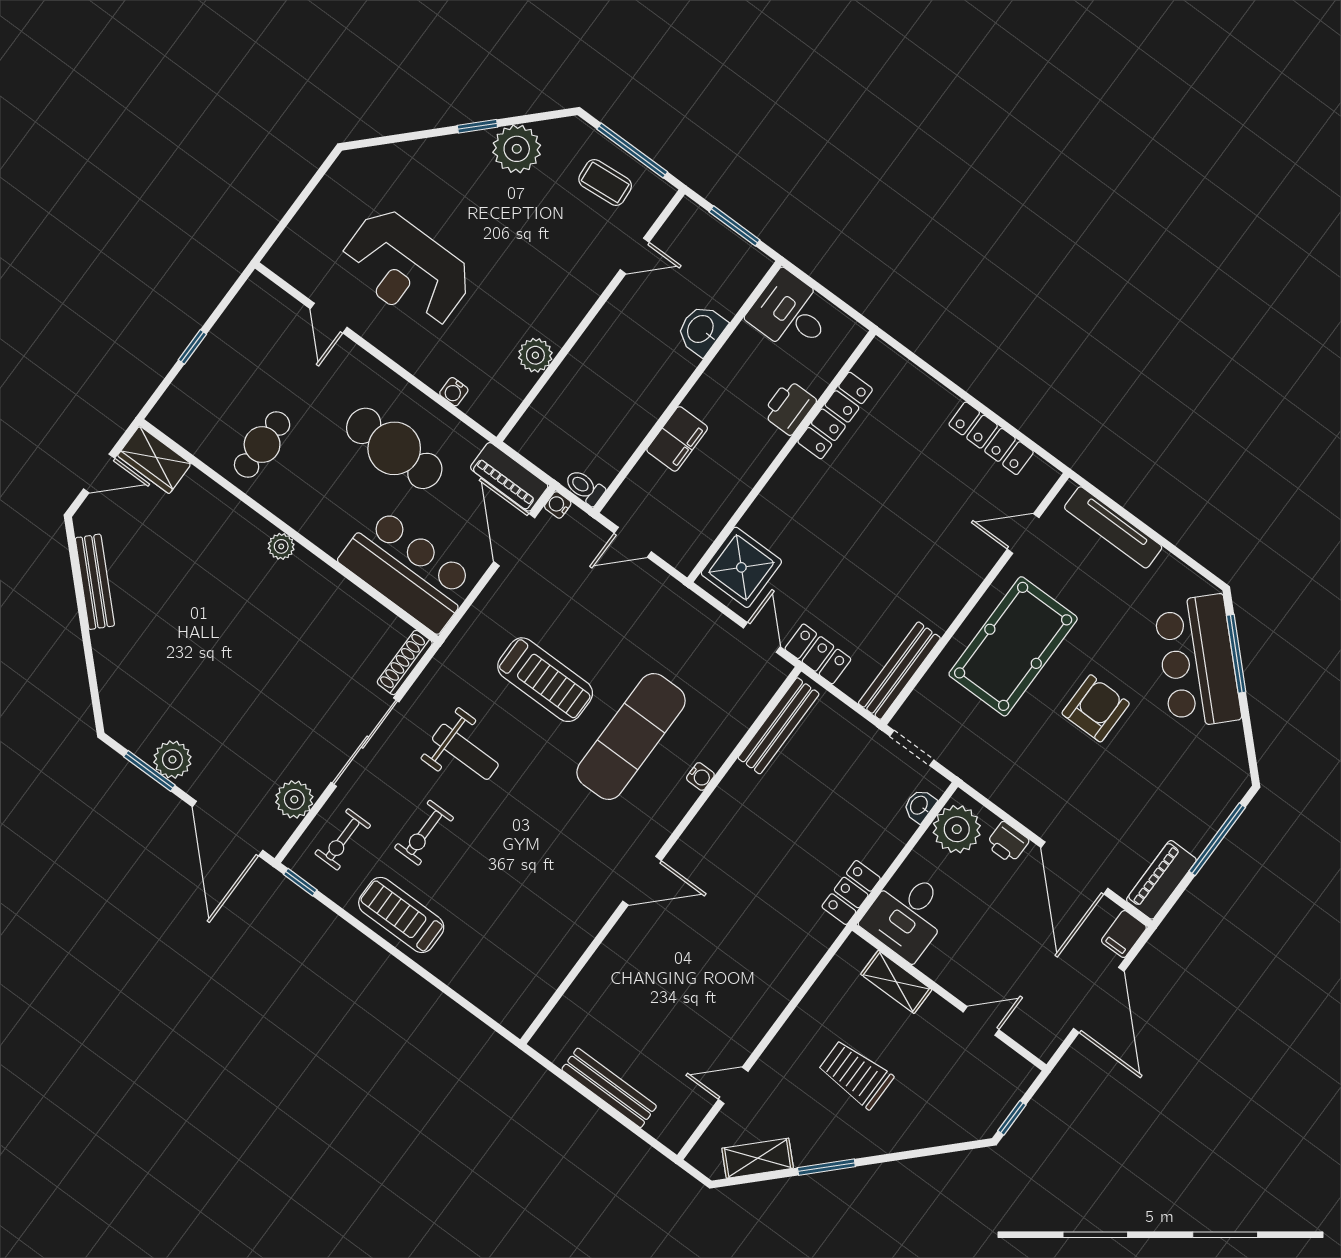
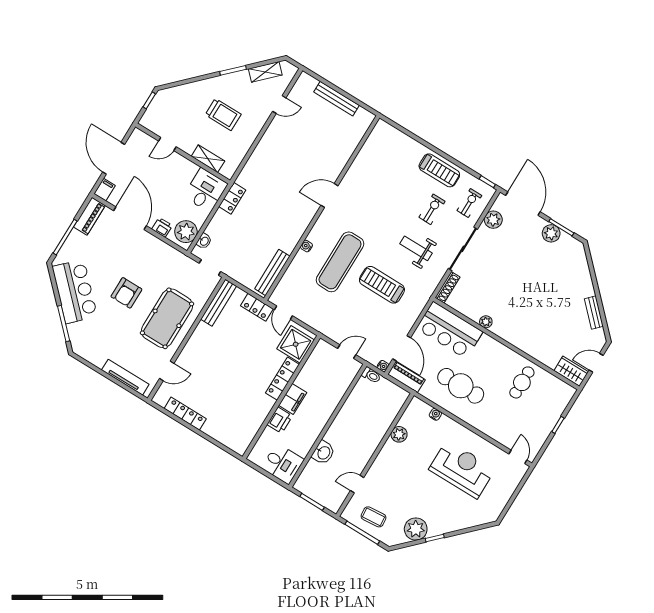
door: (329, 318) -> (518, 457), moved
locker: (835, 416) -> (282, 379), moved
filing cabinet: (677, 439) -> (293, 399), moved, turned 180
plant: (281, 546) -> (486, 322), moved
bench: (95, 582) -> (594, 313), width x0.73
bar counter: (1198, 661) -> (75, 291), moved

